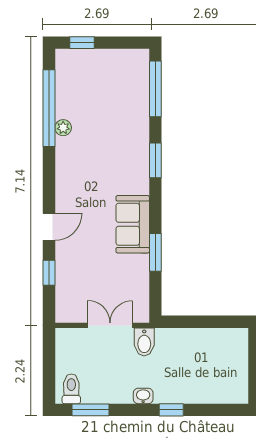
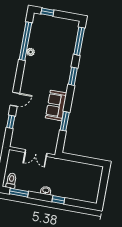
double door: (110, 325) -> (36, 153), swing flipped
bidet: (144, 342) -> (51, 164), removed

